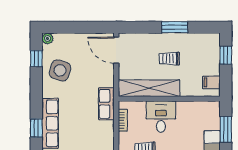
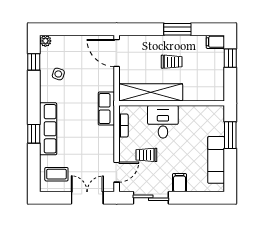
trolley: (169, 59) -> (172, 62), turned 180
side table: (60, 70) -> (58, 74), width x0.54, depth x0.54
filing cabinet: (211, 82) -> (215, 42), moved

